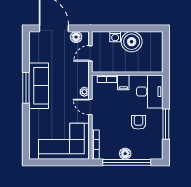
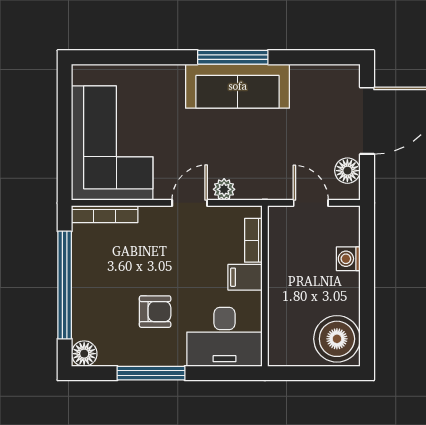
boiler: (132, 42) -> (337, 339), moved
floor lamp: (125, 154) -> (84, 354), moved

